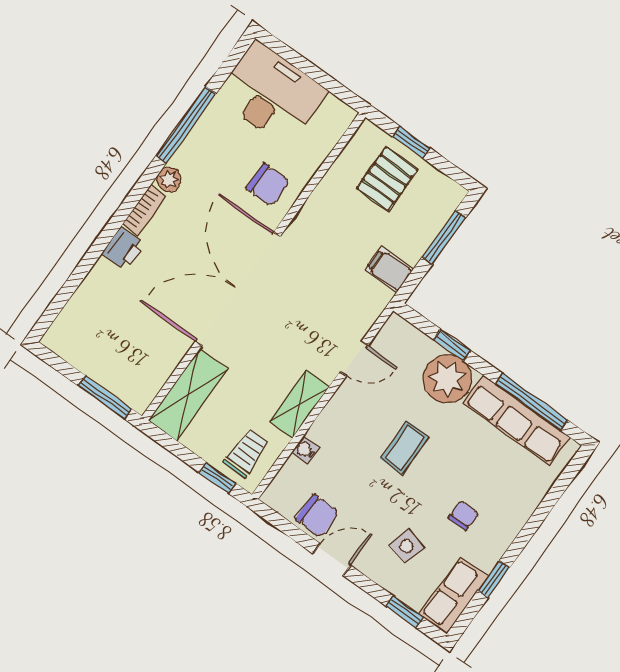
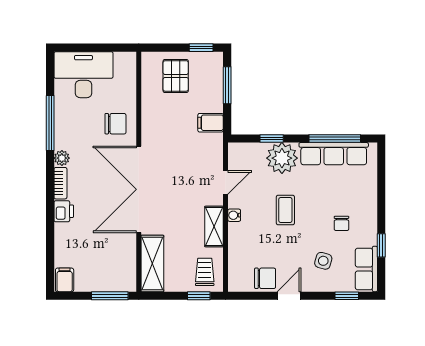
window: (411, 142) -> (201, 48), moved
filing cabinet: (62, 336) -> (65, 280), added
water cooler: (305, 450) -> (234, 215), moved
chair: (463, 515) -> (341, 223), turned 180

